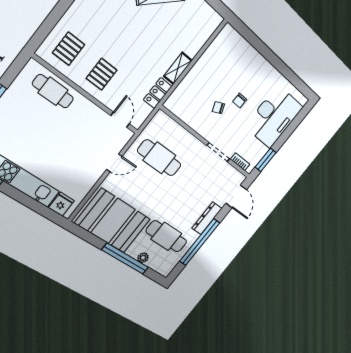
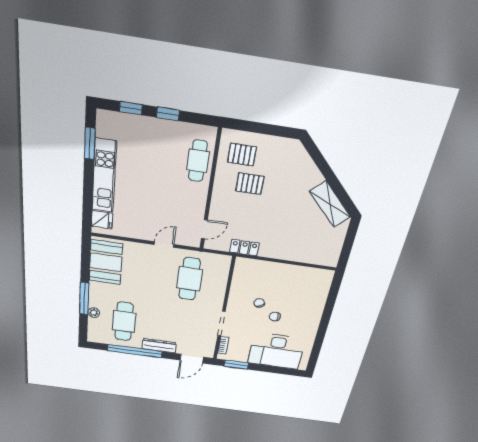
shelving: (178, 68) -> (274, 253), removed
pallet: (102, 74) -> (250, 184), moved
door: (114, 163) -> (164, 245), swing flipped
booth: (113, 221) -> (106, 262), width x0.73, depth x0.70
window: (125, 259) -> (84, 299), width x0.68

